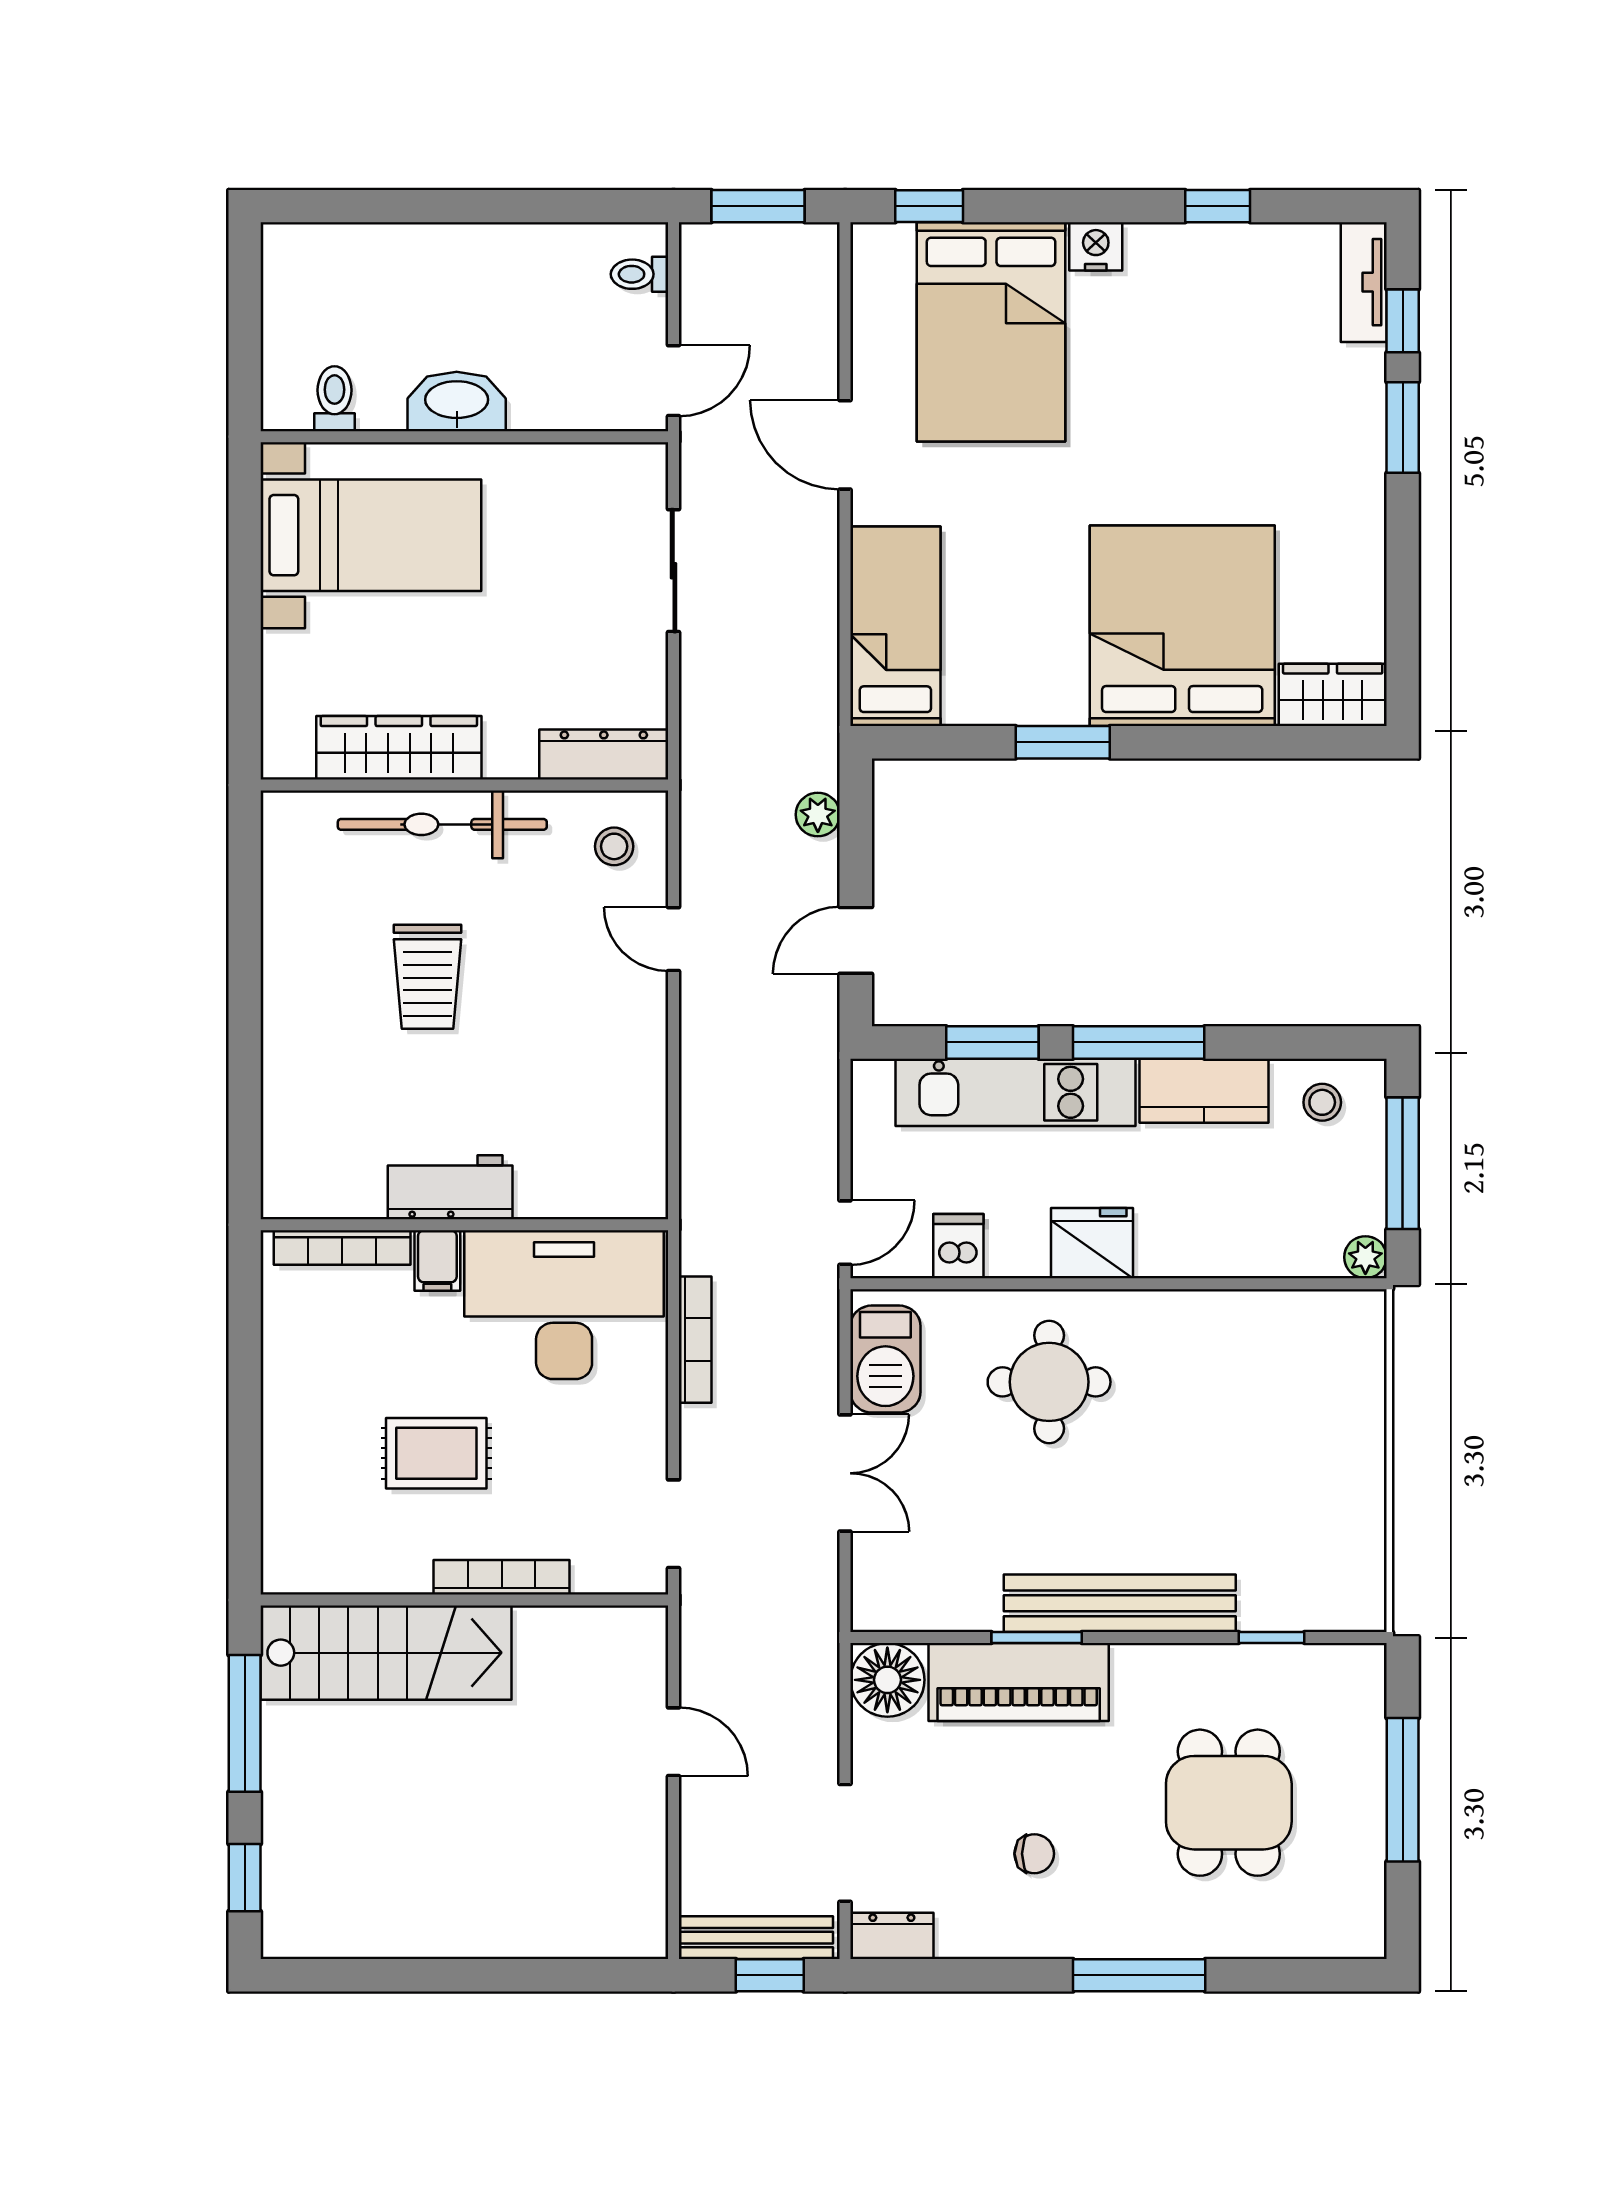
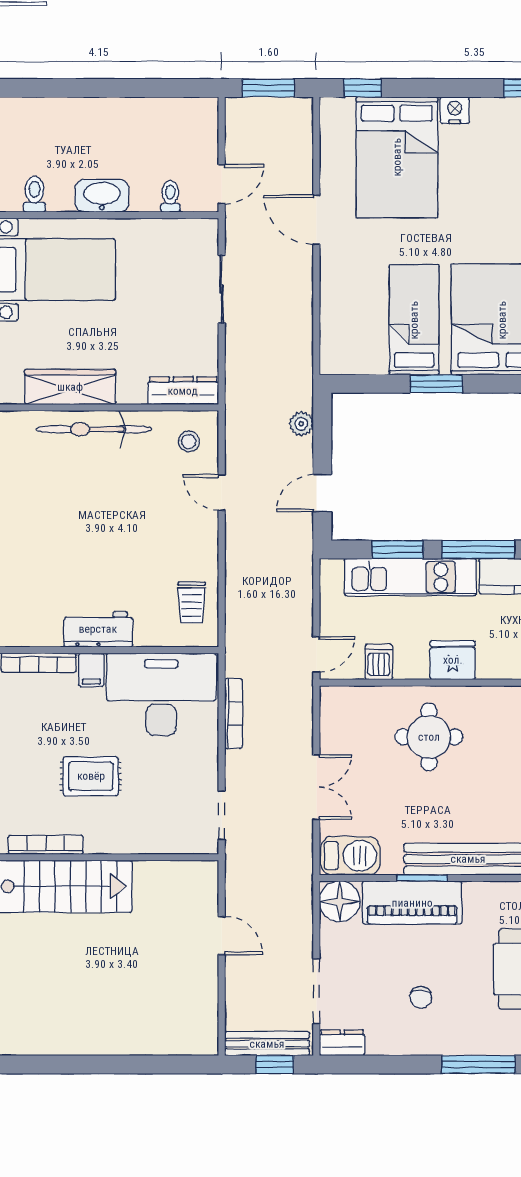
toilet: (640, 274) -> (170, 196), moved, turned 90
bed: (895, 626) -> (414, 320), moved
trolley: (427, 977) -> (192, 603), moved, width x0.73, depth x0.72
barbecue: (885, 1359) -> (350, 856), moved, turned -90
bookcase: (502, 1577) -> (46, 845), moved
chair: (1034, 1854) -> (421, 997), turned 90

